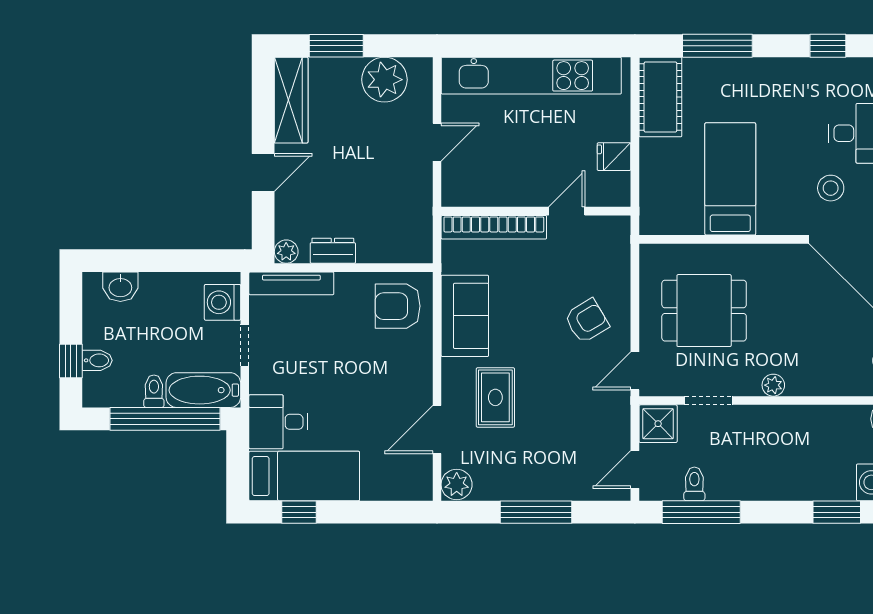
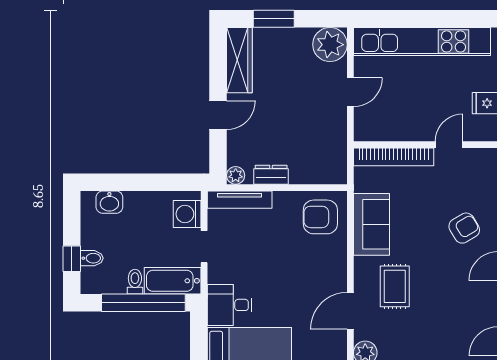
plant: (384, 80) -> (330, 45), moved

